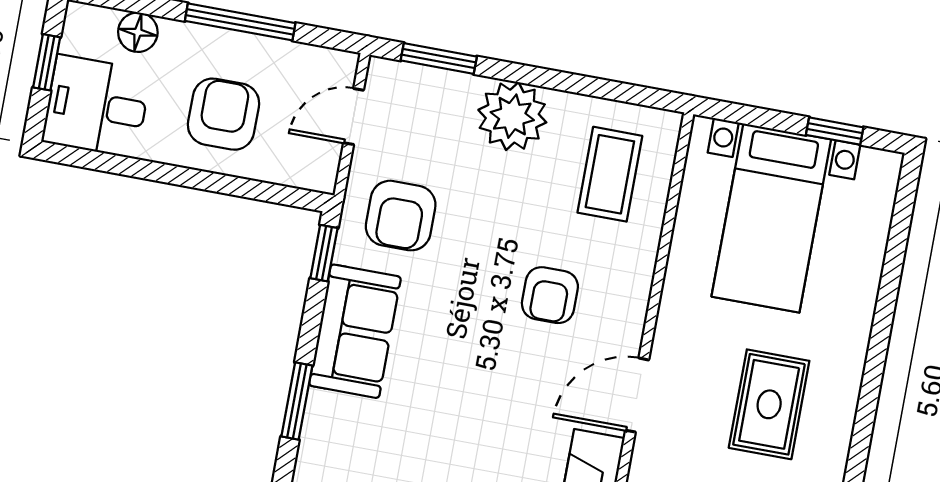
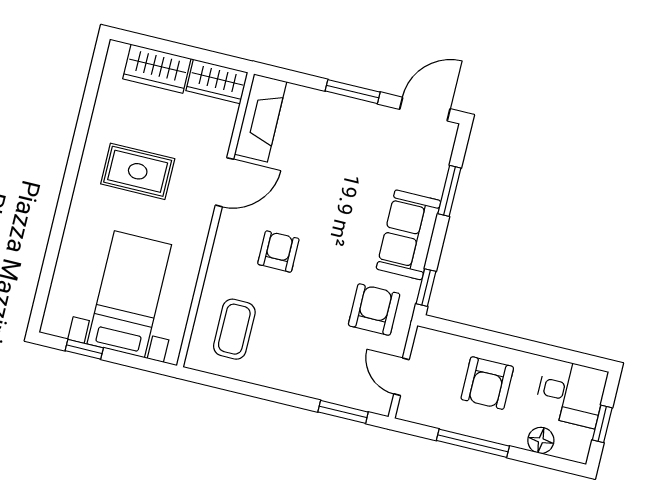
door: (354, 116) -> (401, 377), swing flipped
plant: (512, 116) -> (297, 371), removed
rug: (769, 404) -> (138, 171), turned 90

